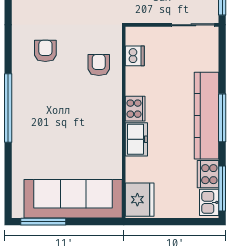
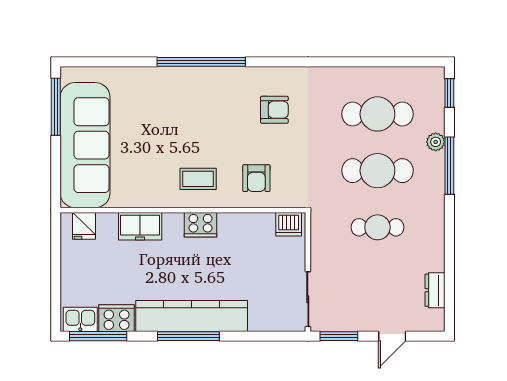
dishwasher: (135, 56) -> (289, 224), moved
armchair: (99, 65) -> (256, 178), turned 90
coffee table: (99, 110) -> (198, 179), added
freezer: (136, 139) -> (140, 226), moved
fridge: (140, 200) -> (84, 226), width x0.53, depth x0.75

